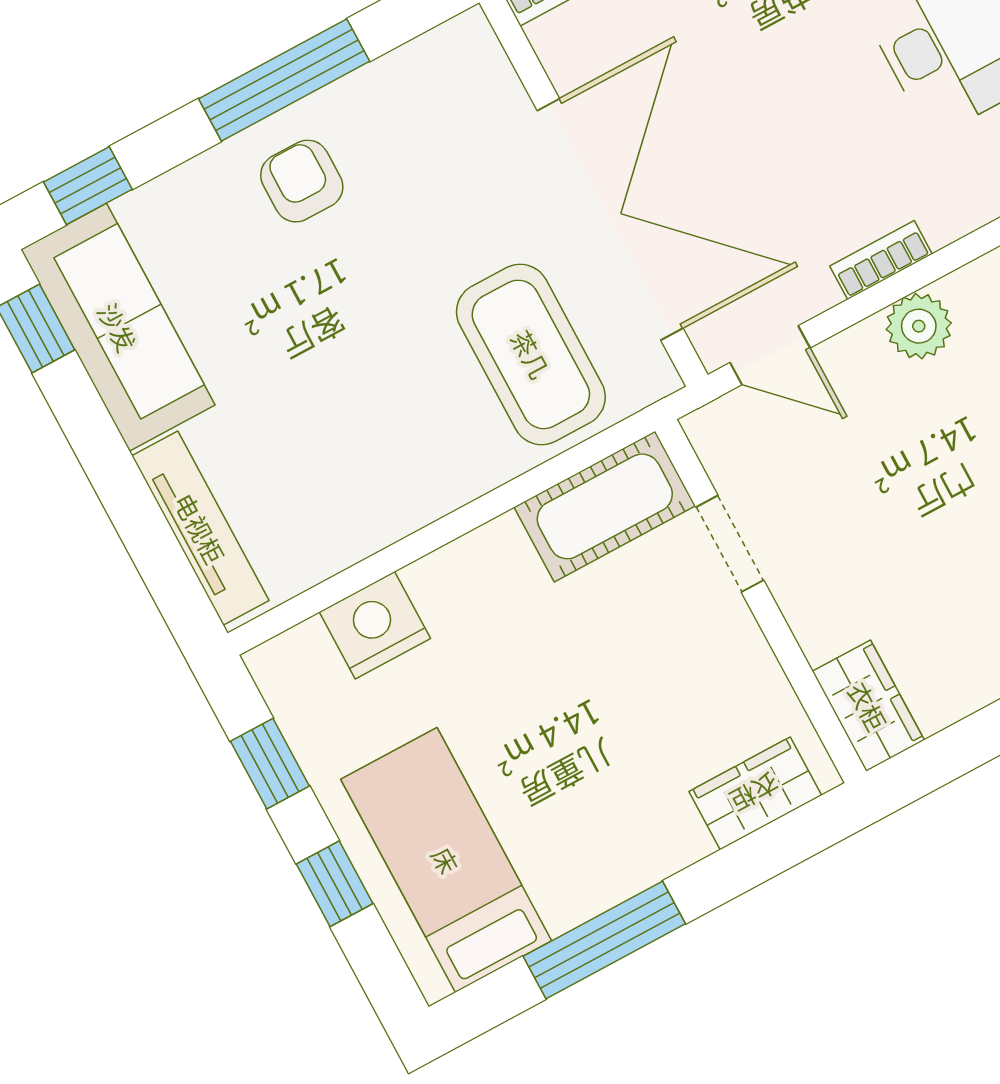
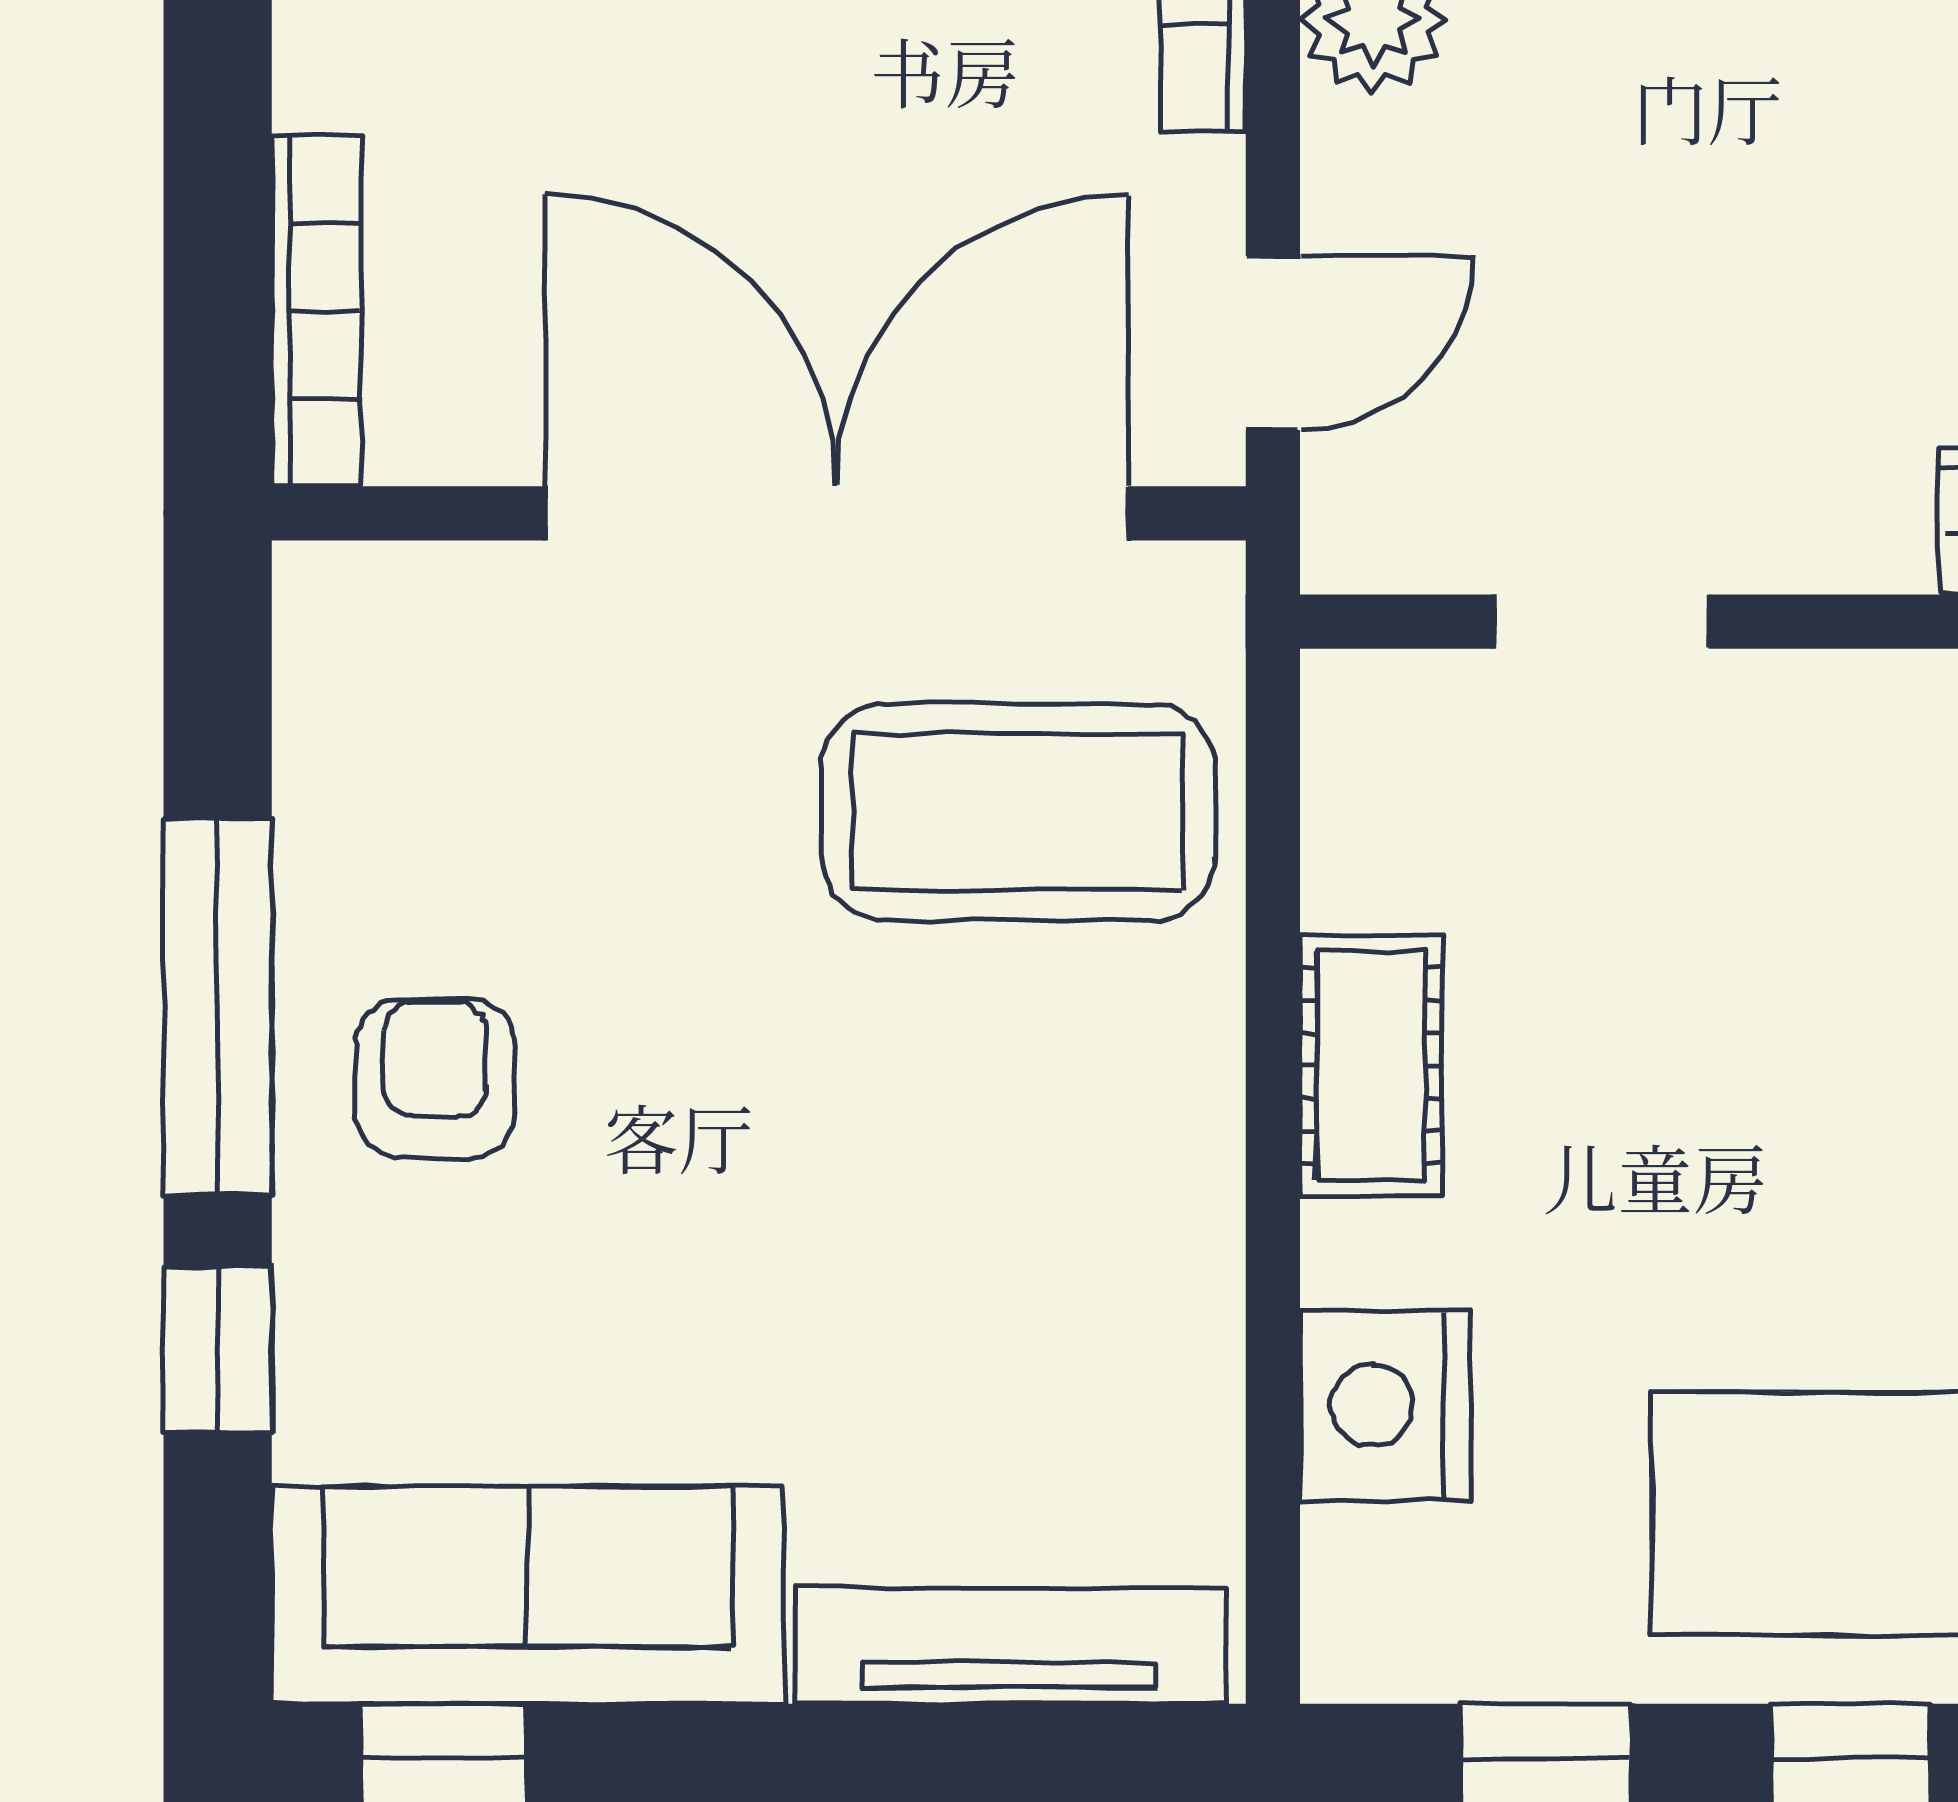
armchair: (302, 181) -> (435, 1079), turned 90
window: (88, 186) -> (218, 1350), moved
cot: (605, 506) -> (1371, 1066), moved, width x0.73, depth x0.75

